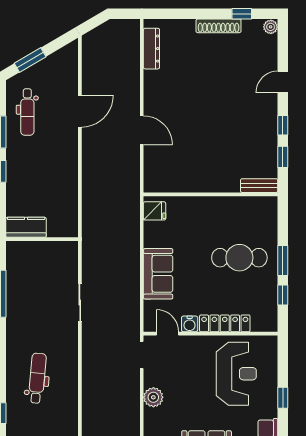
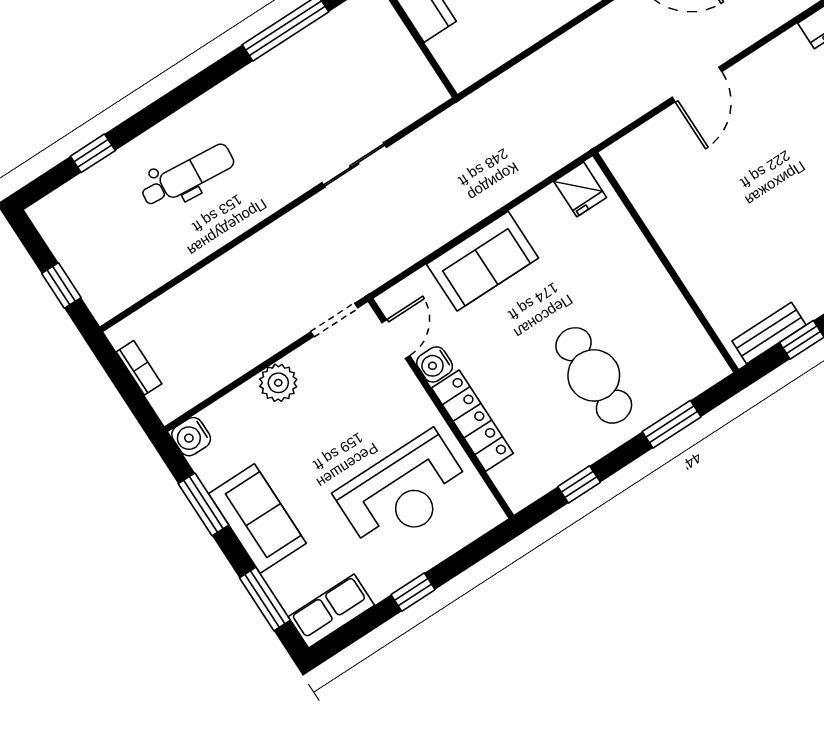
bench: (259, 186) -> (769, 333), moved, turned 90
window: (283, 260) -> (672, 424), moved

